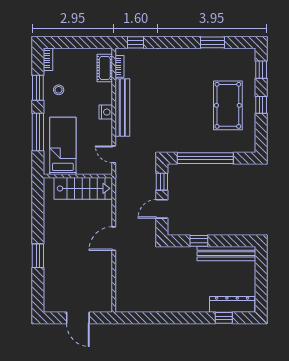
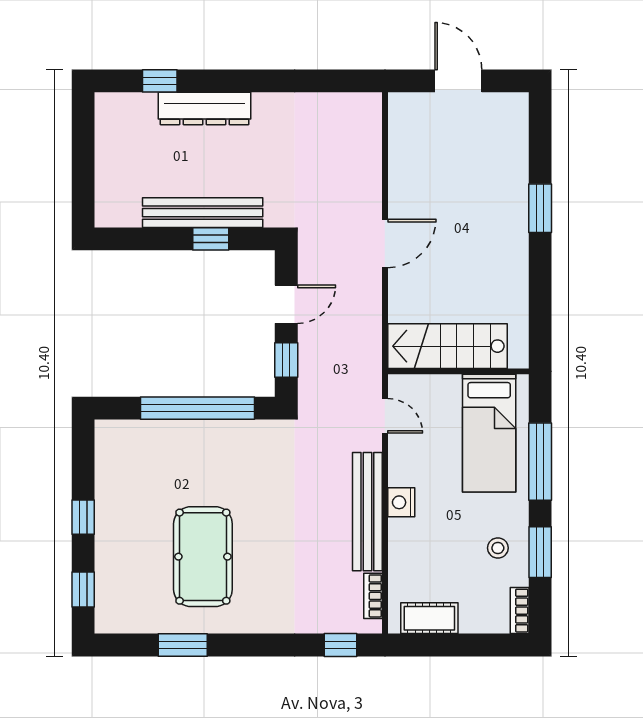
cot: (105, 68) -> (429, 618), moved, turned 90
pool table: (228, 105) -> (203, 557), moved
bench: (226, 254) -> (203, 213), moved
dresser: (232, 304) -> (204, 109), moved

